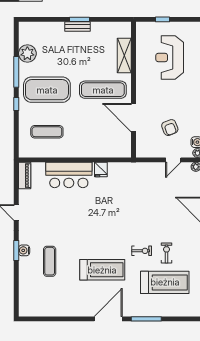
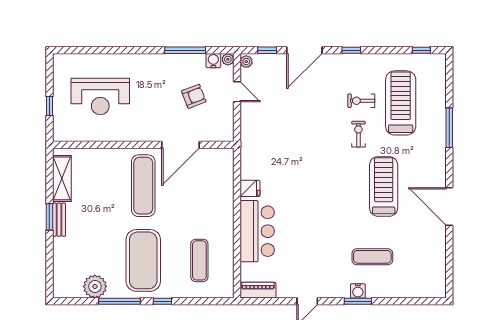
shelving: (124, 55) -> (62, 178), moved, turned 90
door: (108, 319) -> (449, 207), moved

